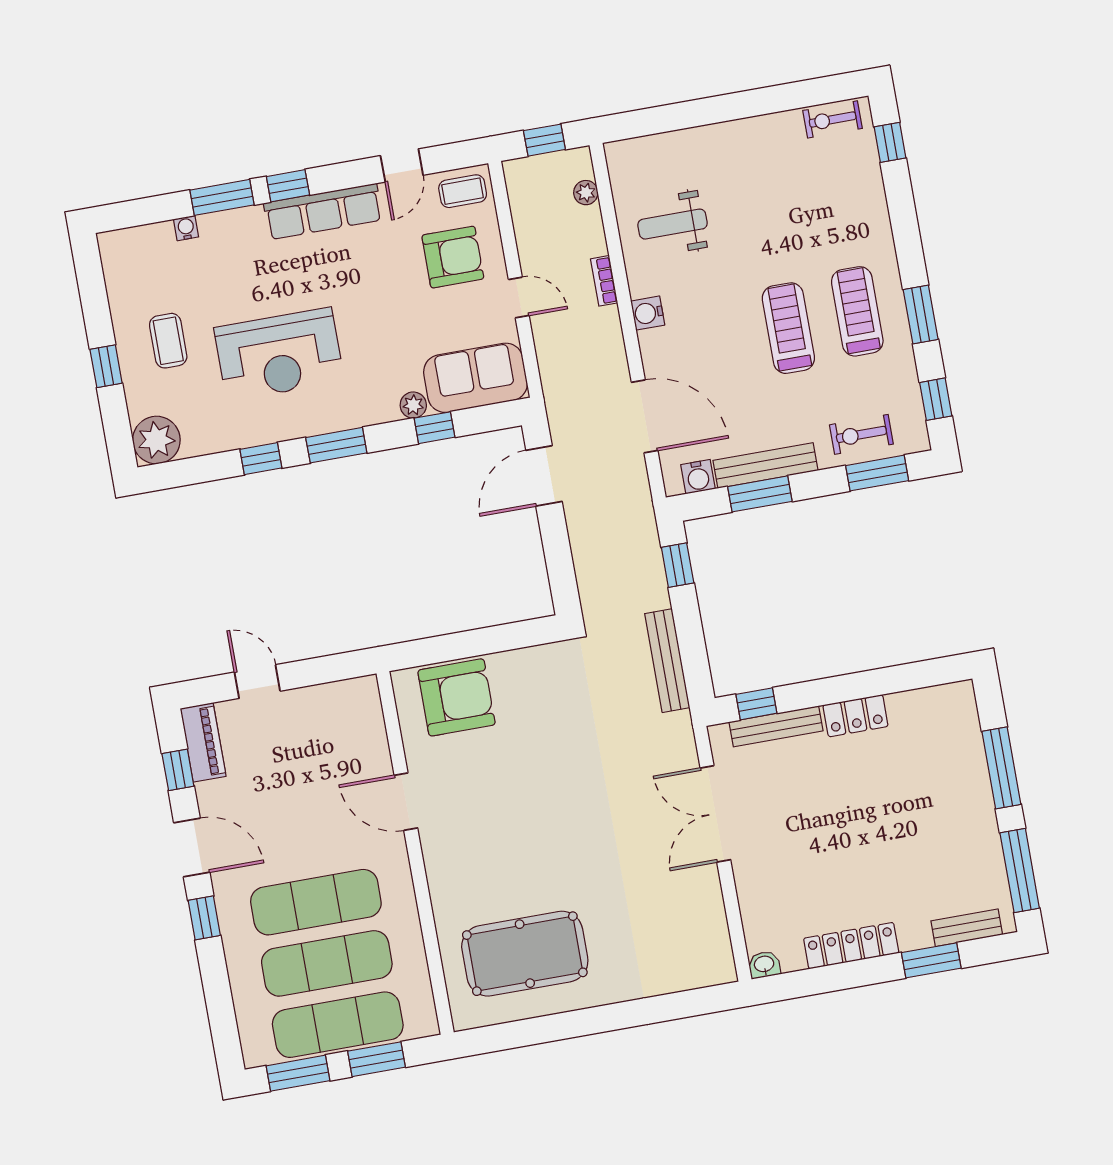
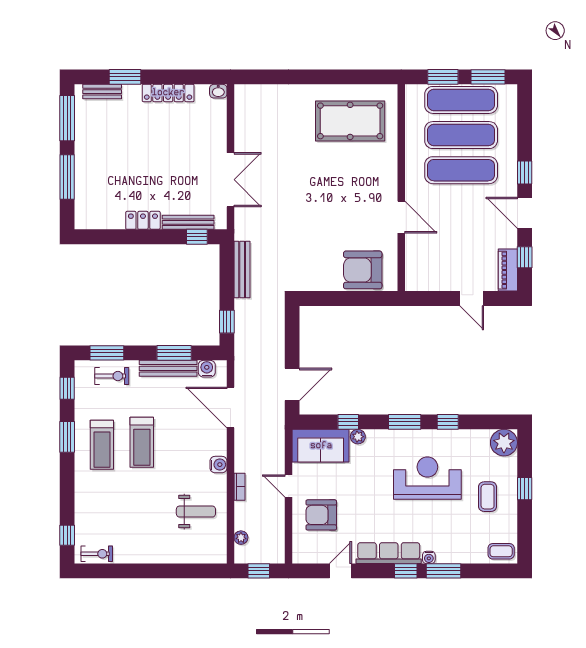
coffee table: (463, 191) -> (501, 551), moved
water cooler: (186, 228) -> (429, 557), moved

